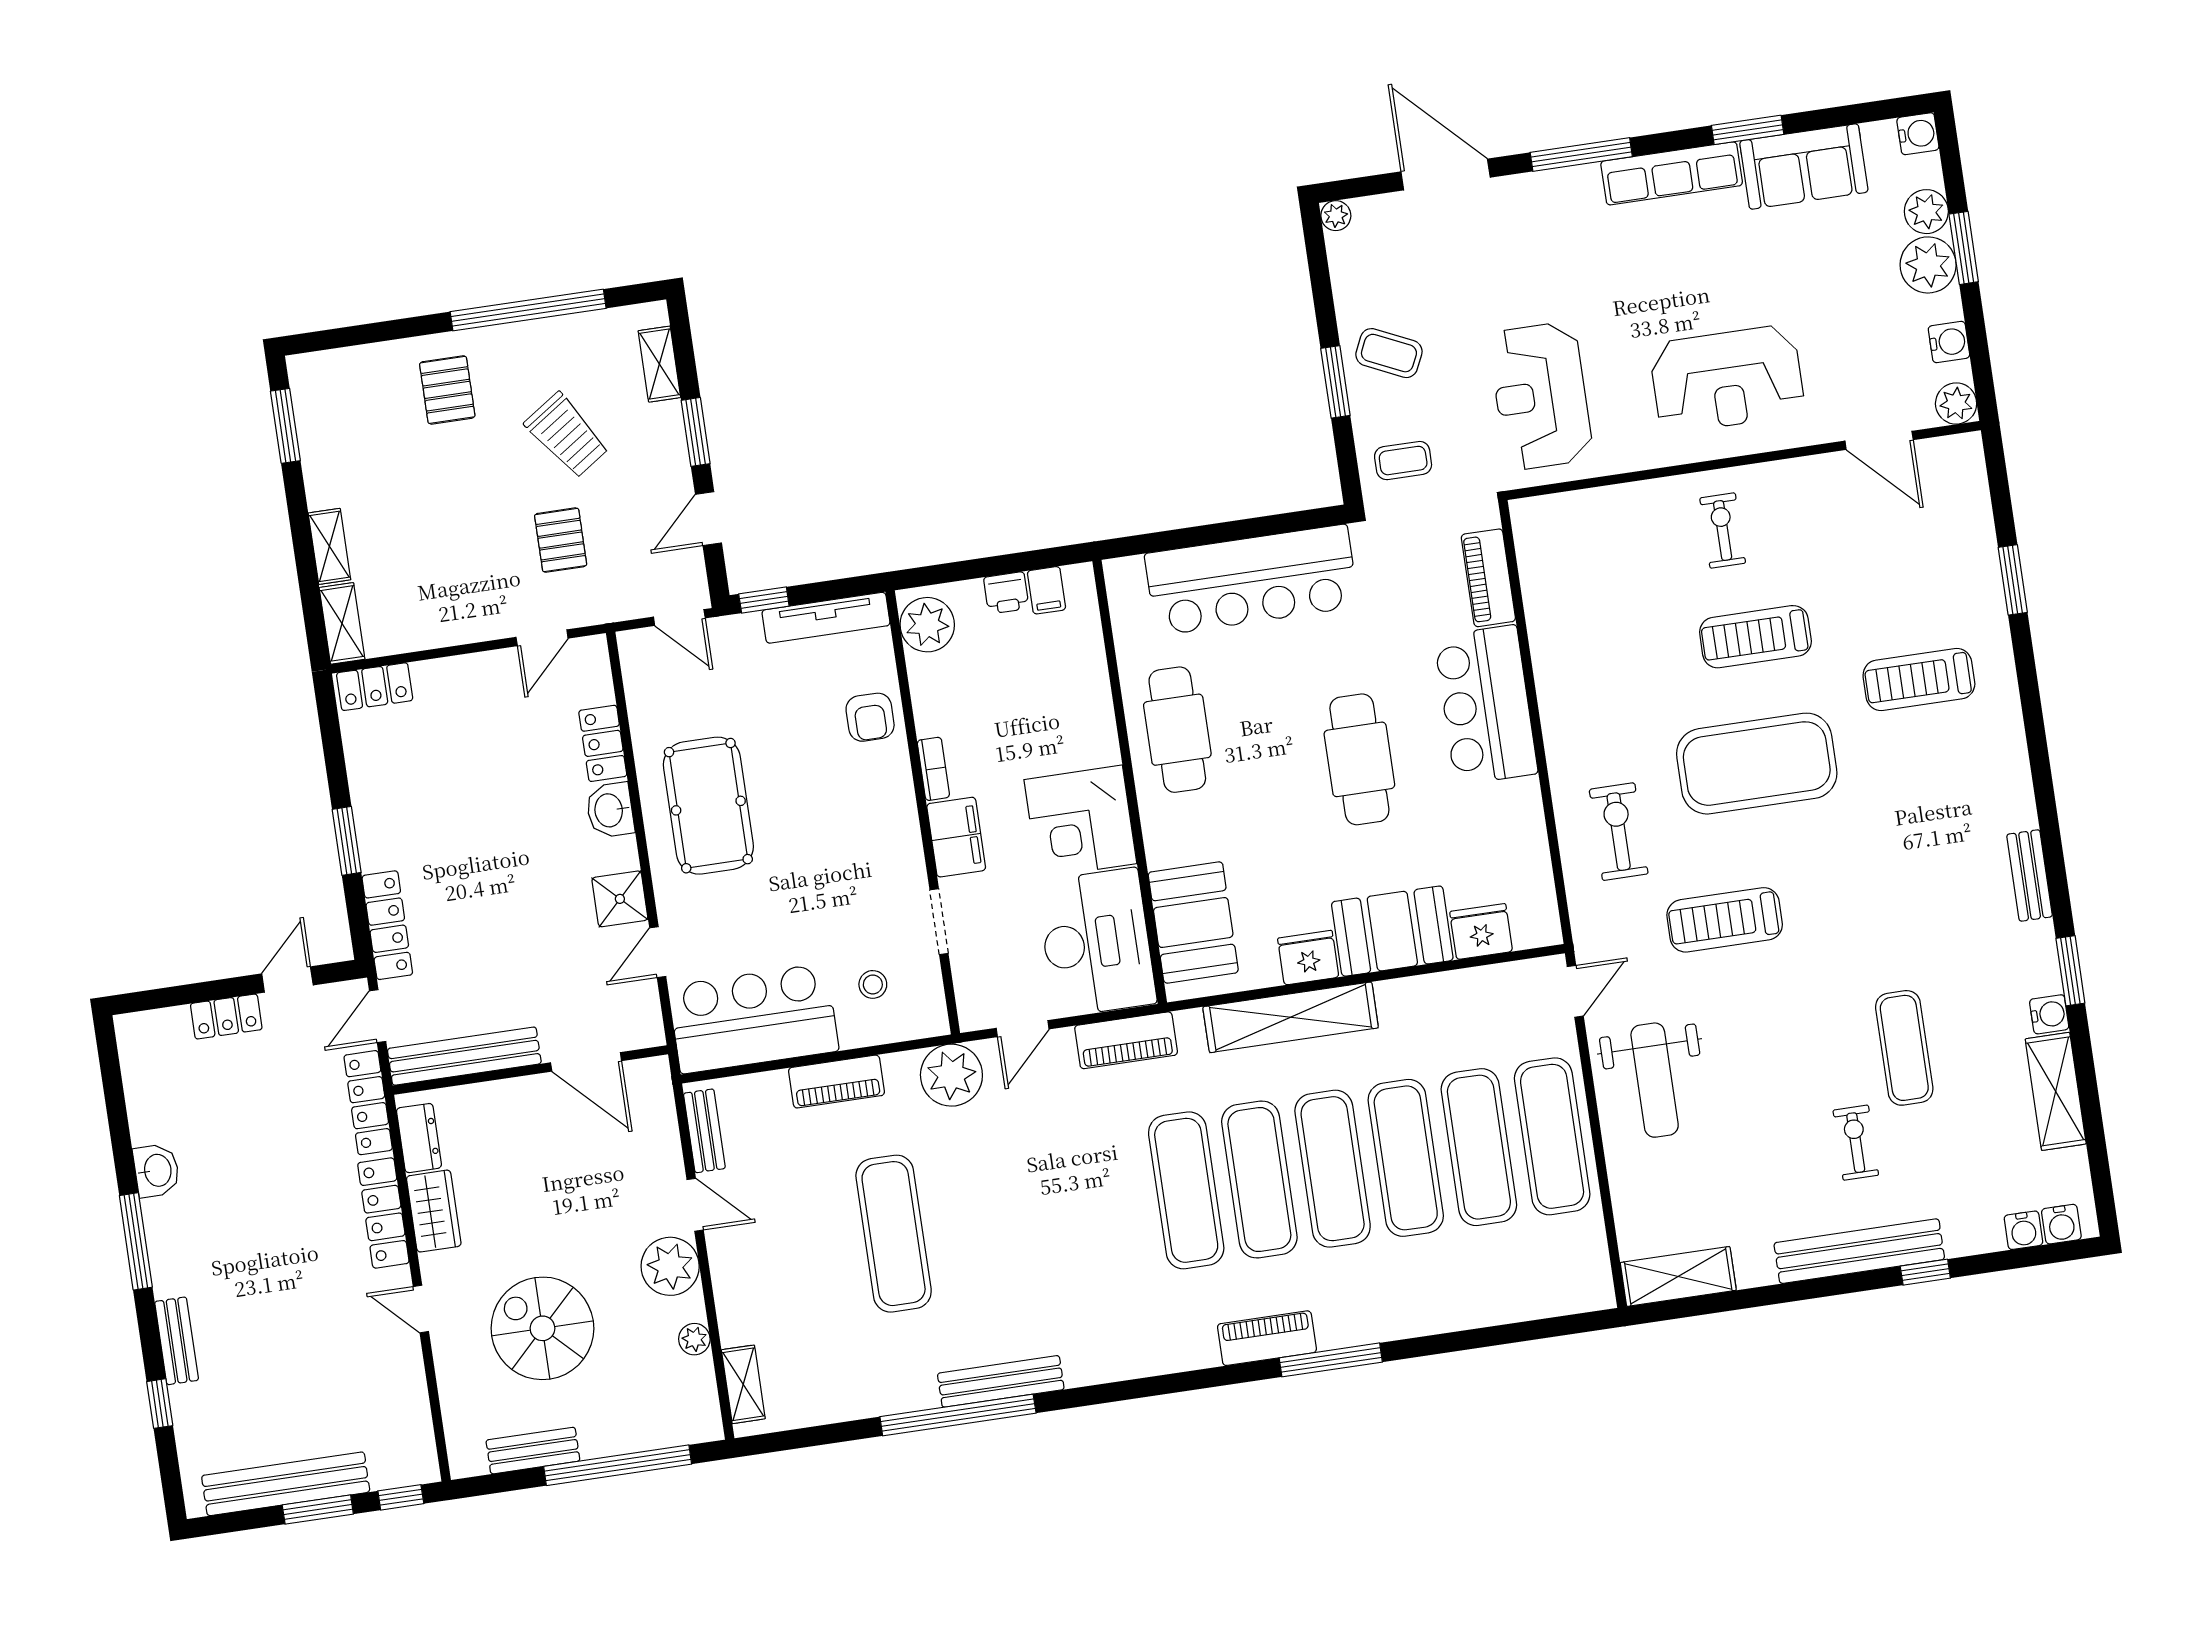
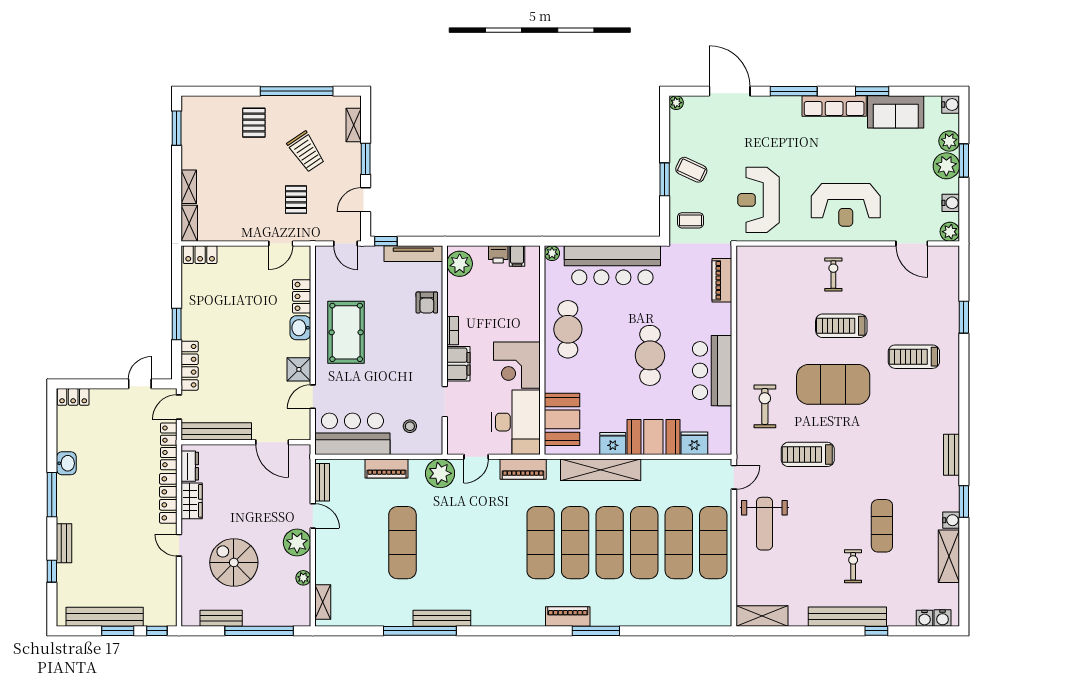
plant: (1120, 573) -> (552, 253), added
bar counter: (1486, 705) -> (712, 371), moved
locker: (226, 1017) -> (73, 397), moved

